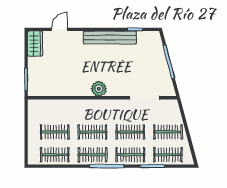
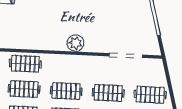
clothes rail: (55, 109) -> (25, 64), added

